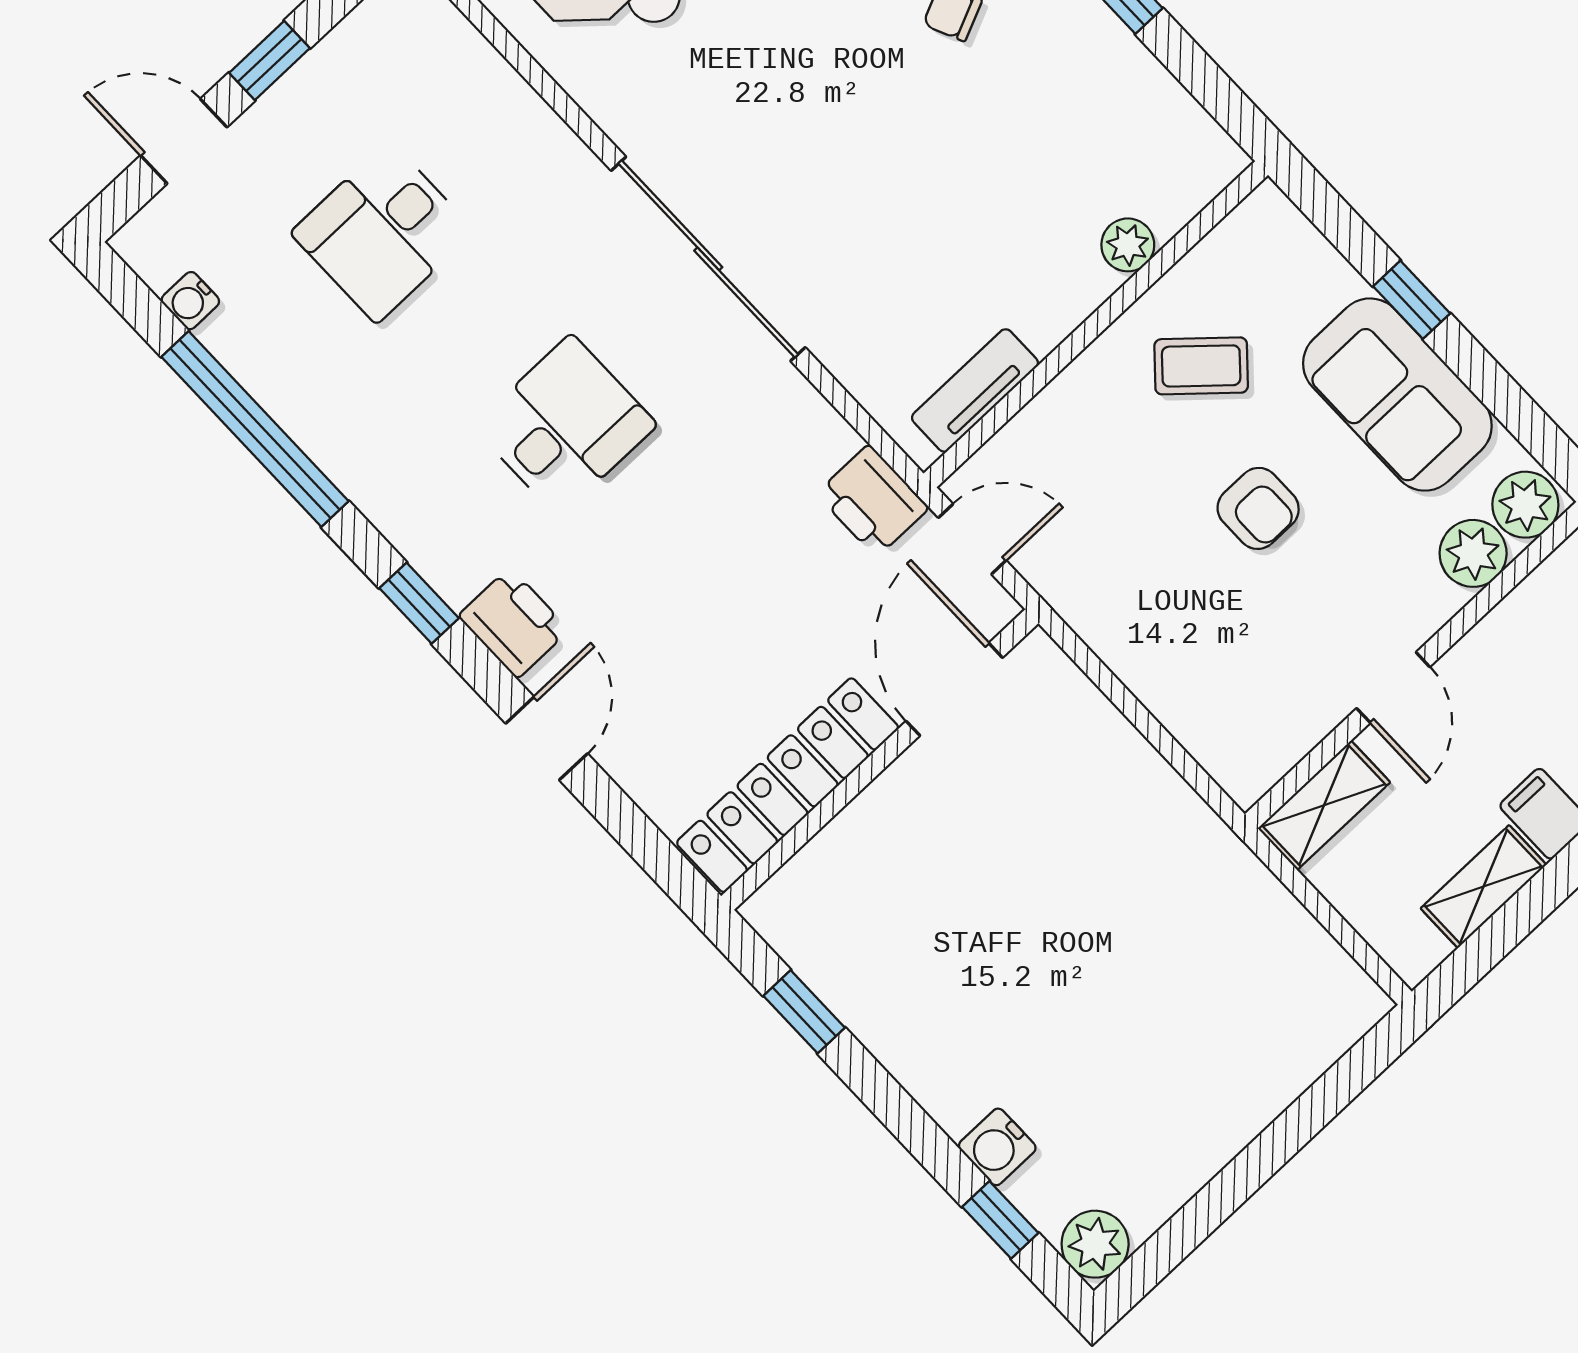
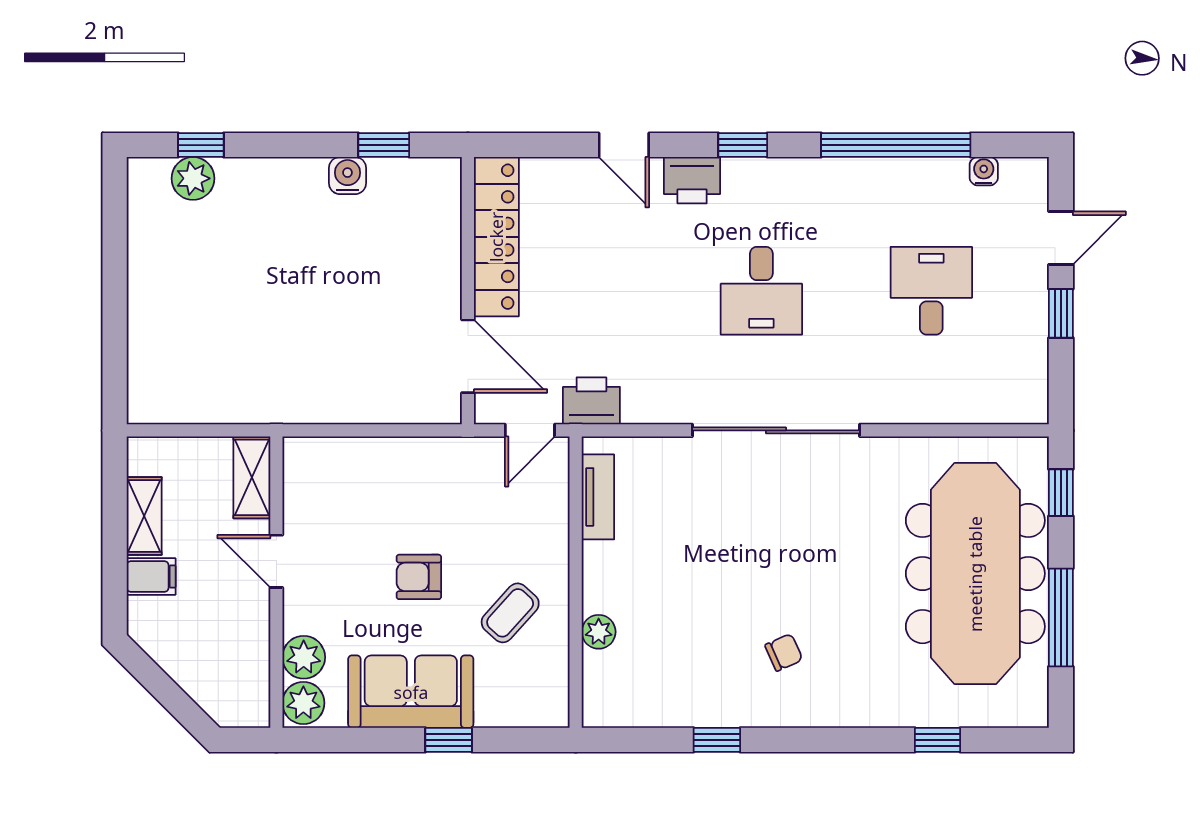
water cooler: (997, 1147) -> (347, 176), moved
plant: (1095, 1244) -> (193, 178), moved

